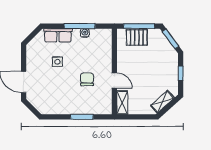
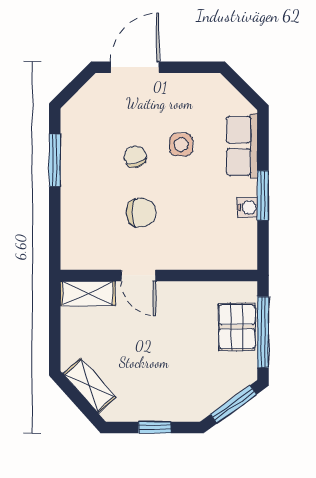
window: (80, 26) -> (263, 196), width x0.69
door: (114, 80) -> (138, 275), hinge flipped
chair: (63, 82) -> (135, 157), added
window: (82, 117) -> (55, 160), moved

